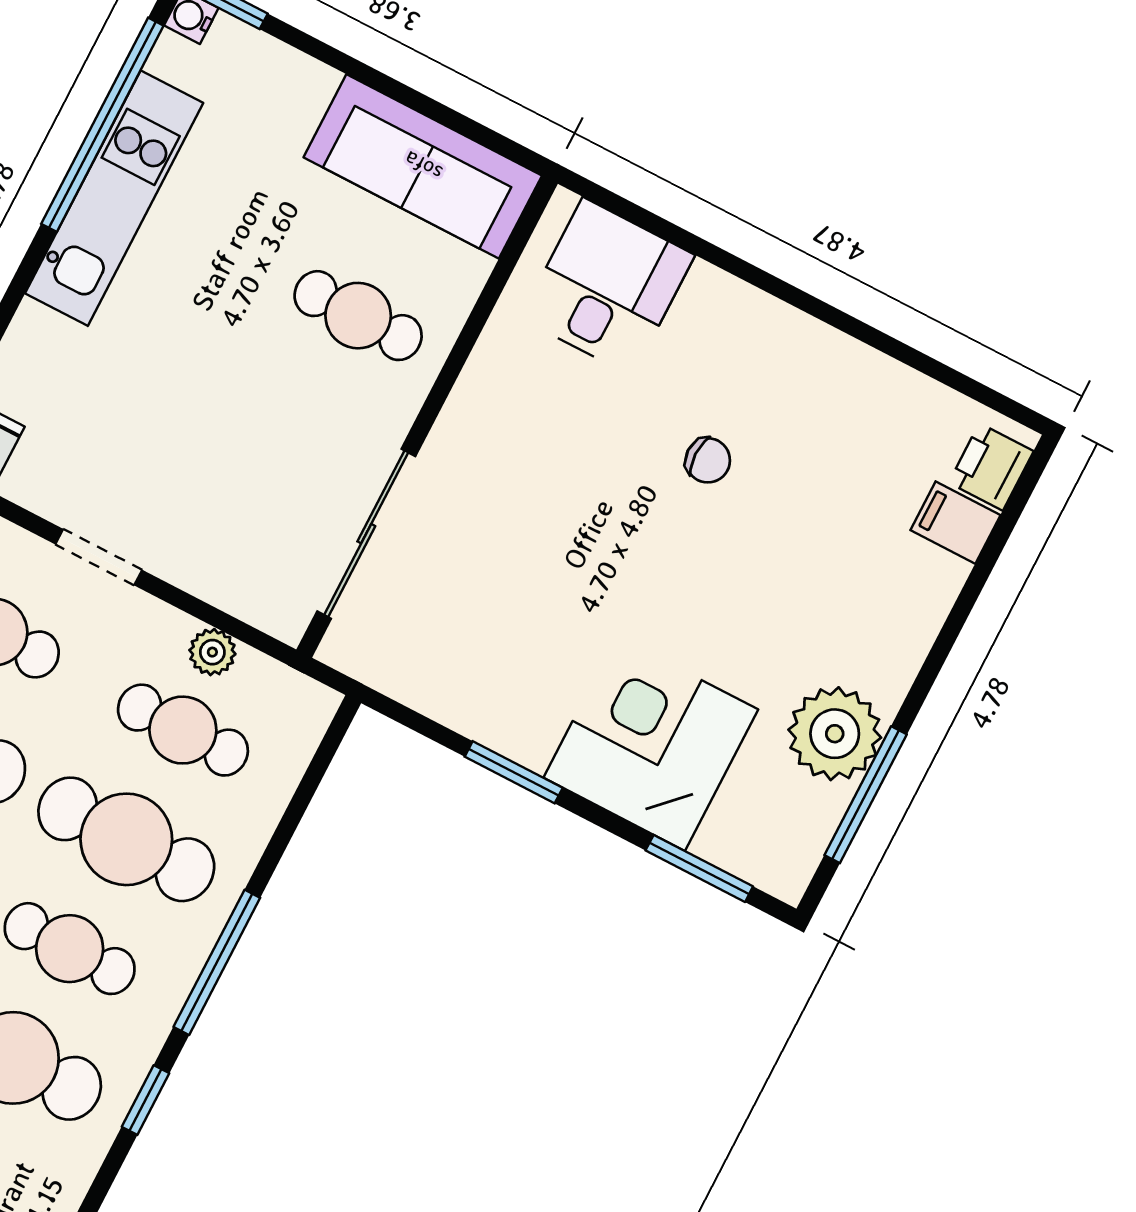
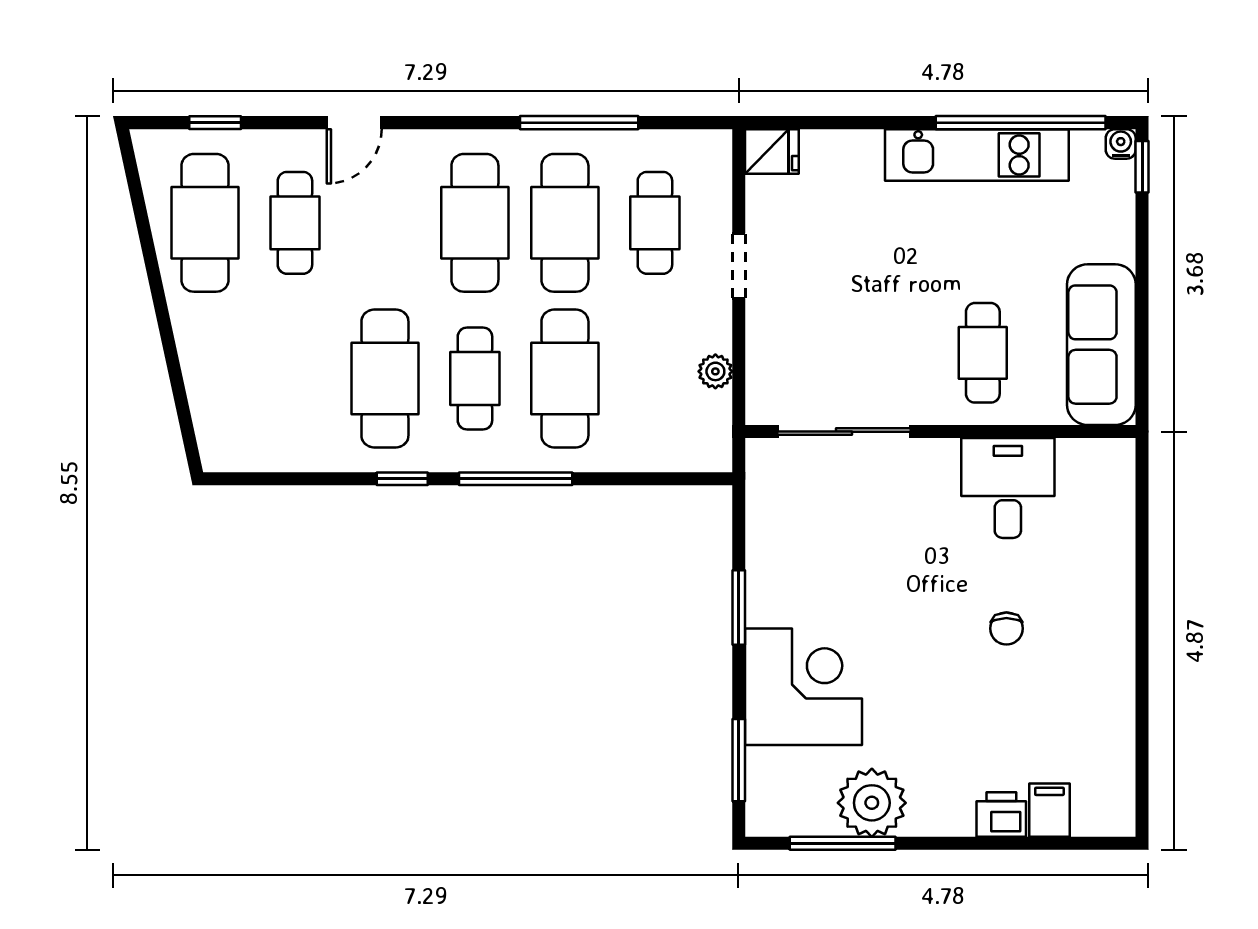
desk: (607, 287) -> (1008, 488), moved, turned -90
printer: (991, 467) -> (1001, 814), moved
cafe table: (183, 730) -> (655, 379), removed

